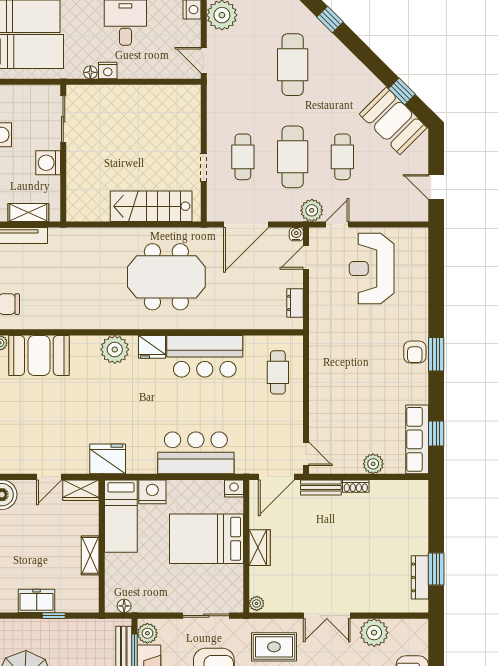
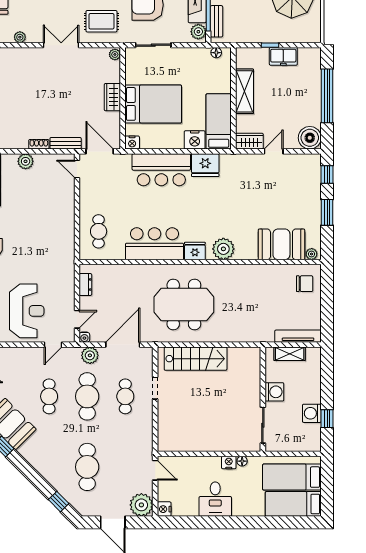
plant: (312, 210) -> (90, 355), moved
fridge: (108, 459) -> (205, 165), moved
door: (276, 477) -> (100, 151), hinge flipped
shelving: (90, 555) -> (244, 91), width x1.50, depth x1.33
plant: (374, 633) -> (20, 37), width x0.53, depth x0.53

